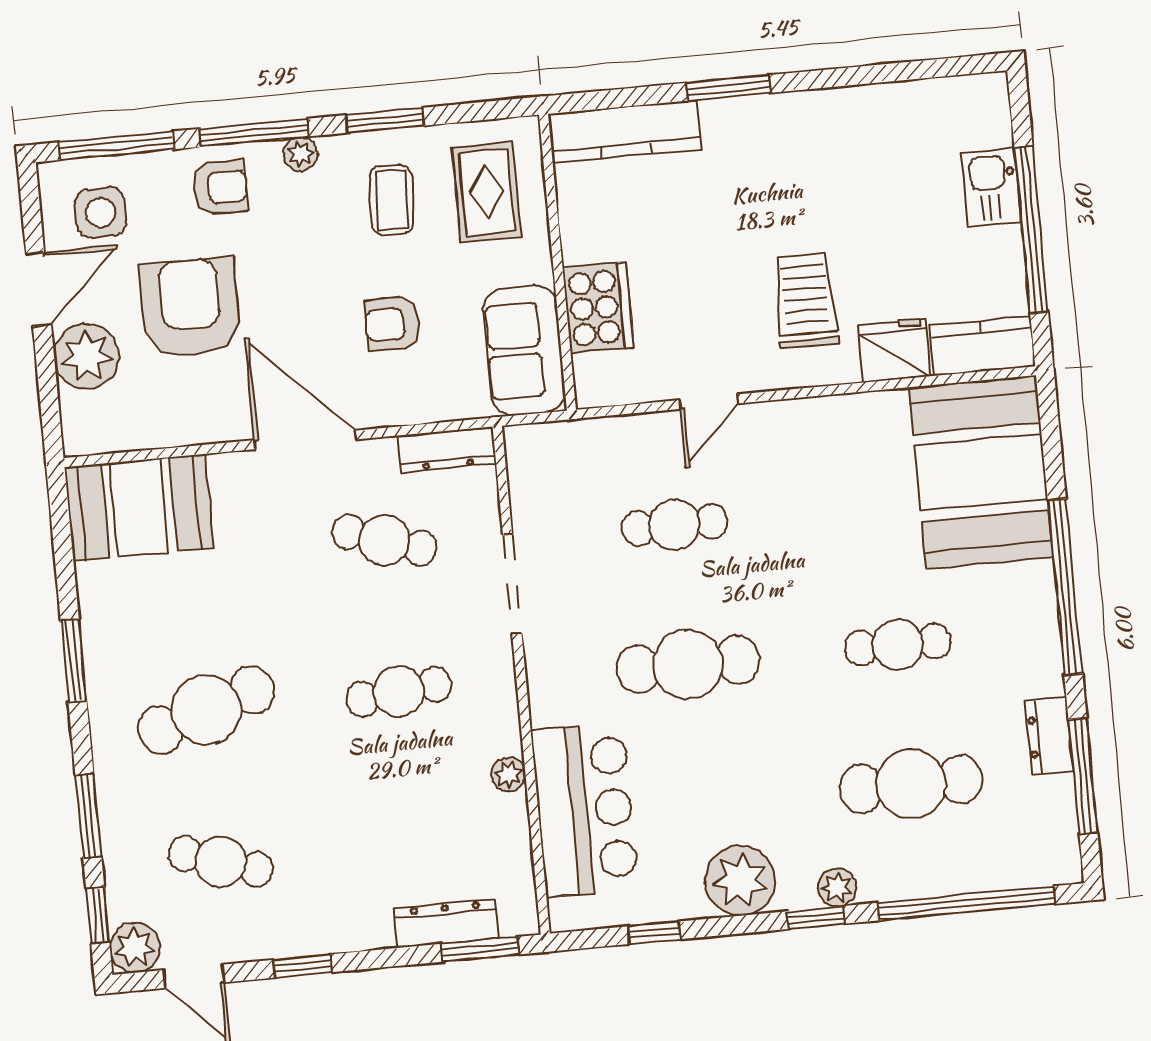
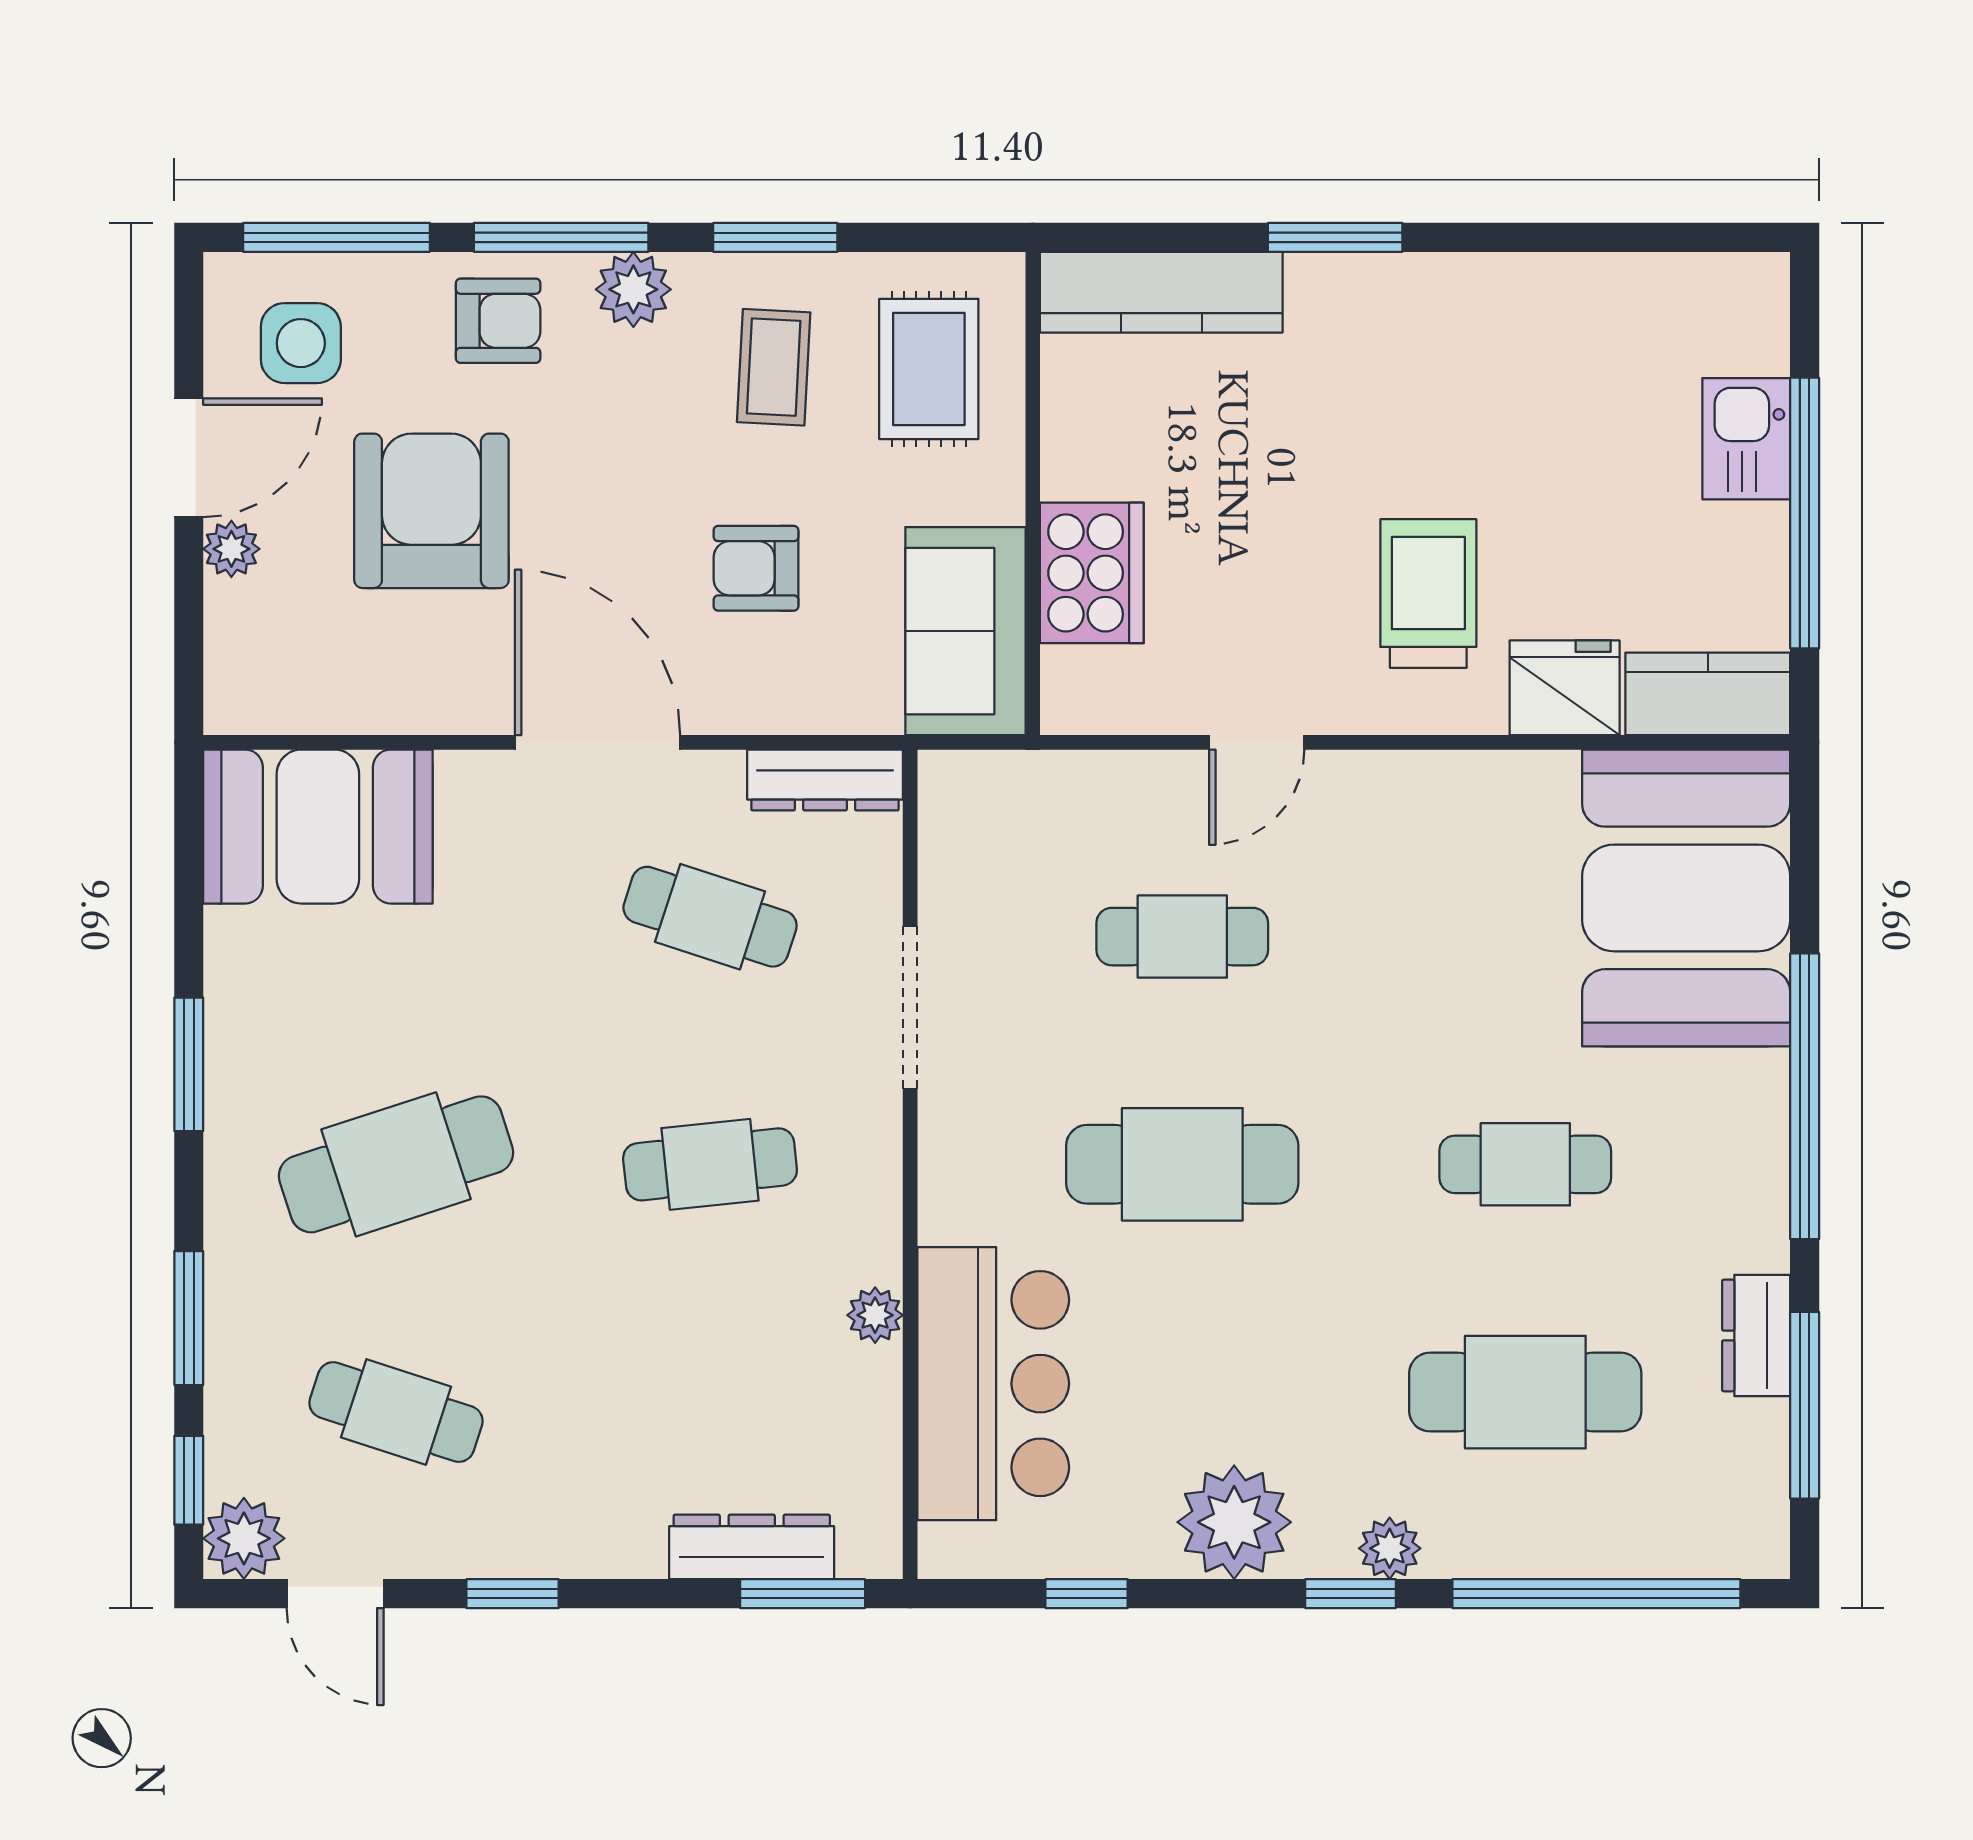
plant: (300, 154) -> (633, 289), width x1.38, depth x1.38
plant: (87, 356) -> (231, 549), width x0.53, depth x0.53

